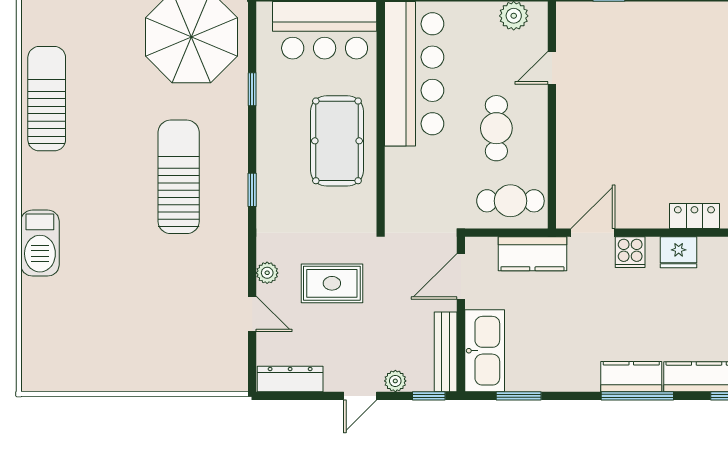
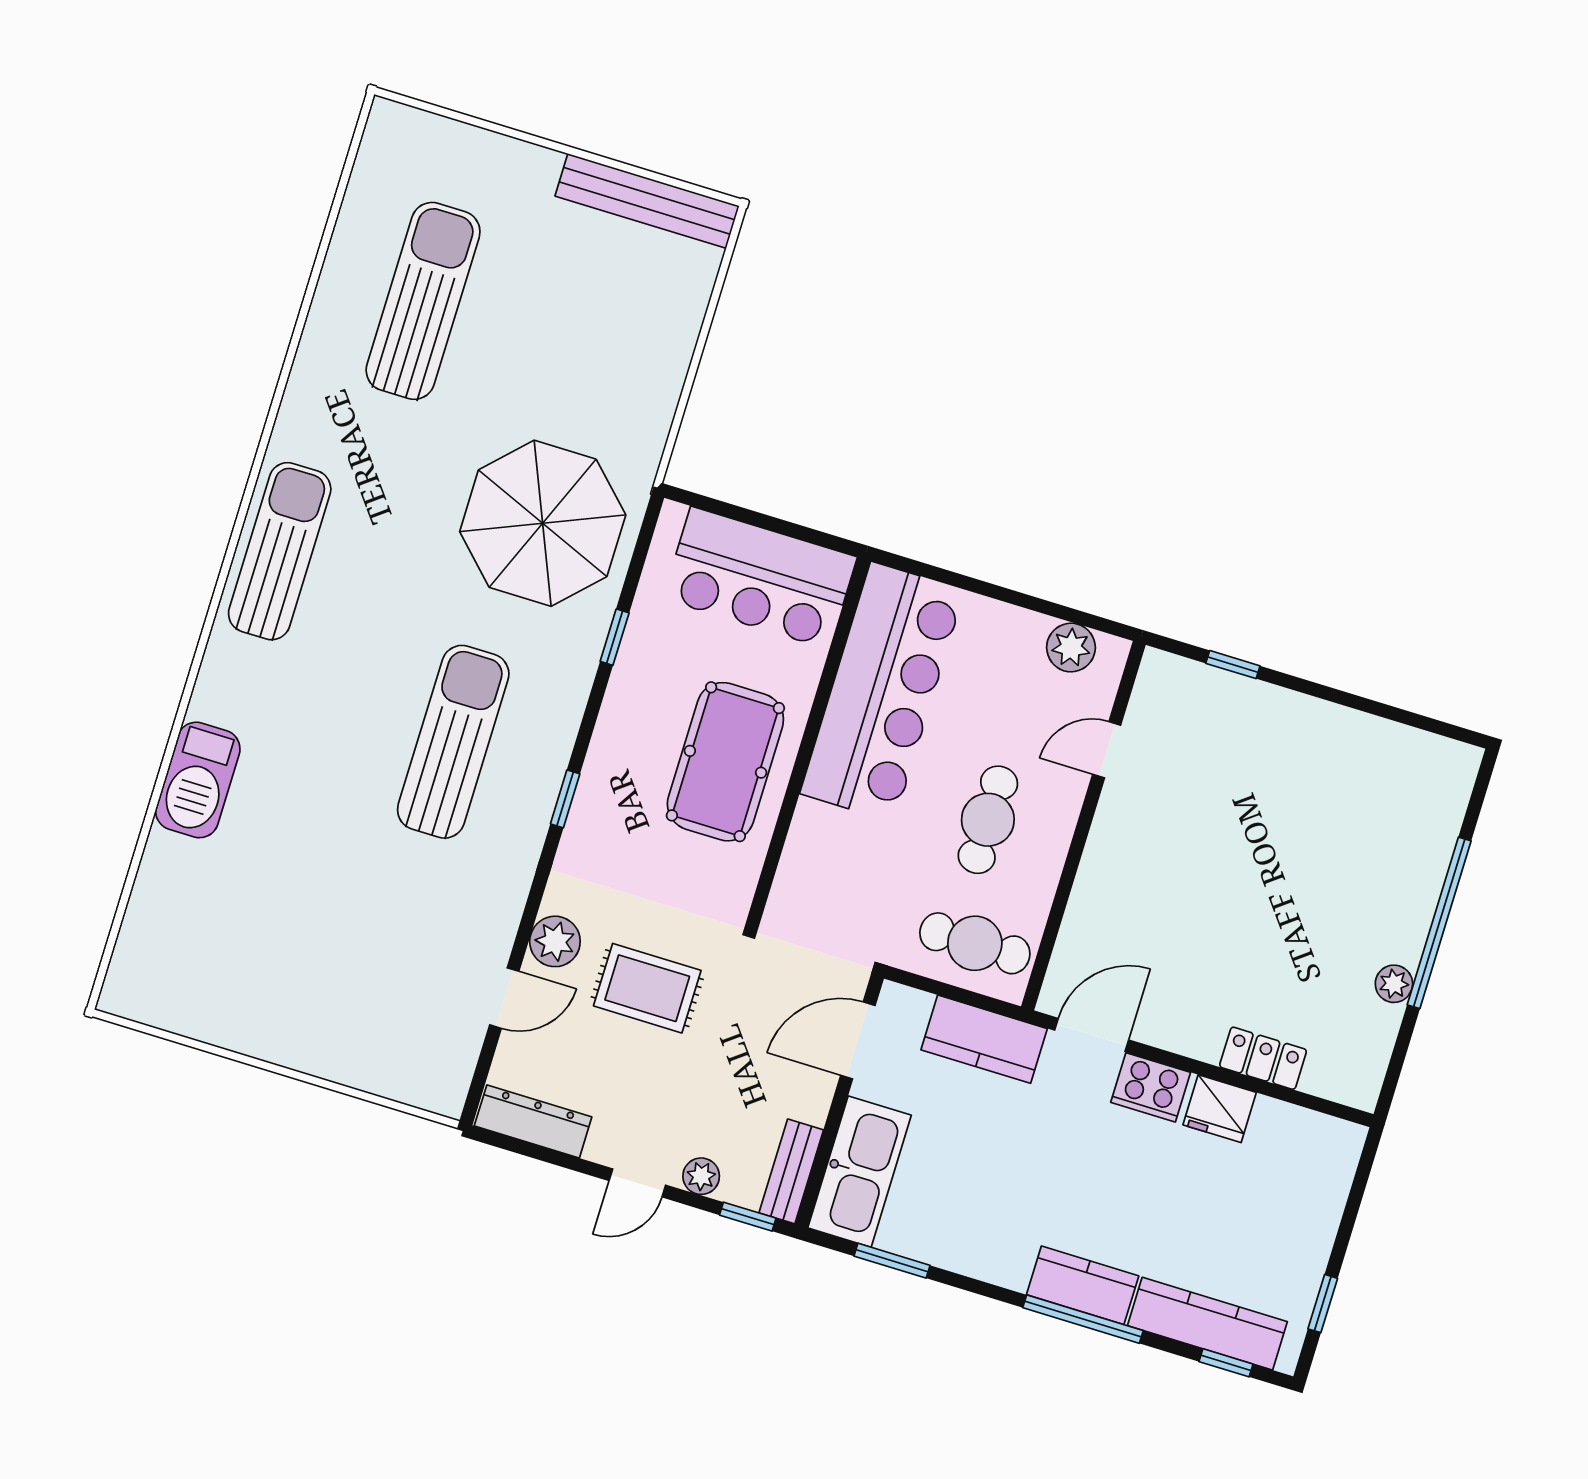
cooker: (630, 252) -> (1151, 1087), width x1.36
plant: (267, 273) -> (555, 941), width x1.38, depth x1.38
door: (252, 314) -> (504, 998), hinge flipped
bench: (446, 352) -> (791, 1171), width x0.73

